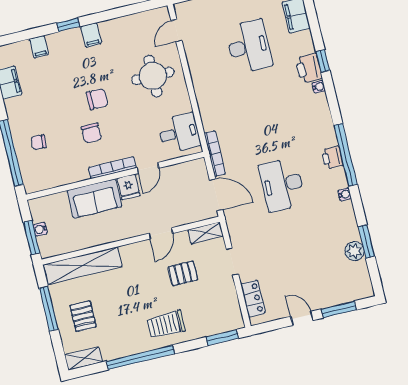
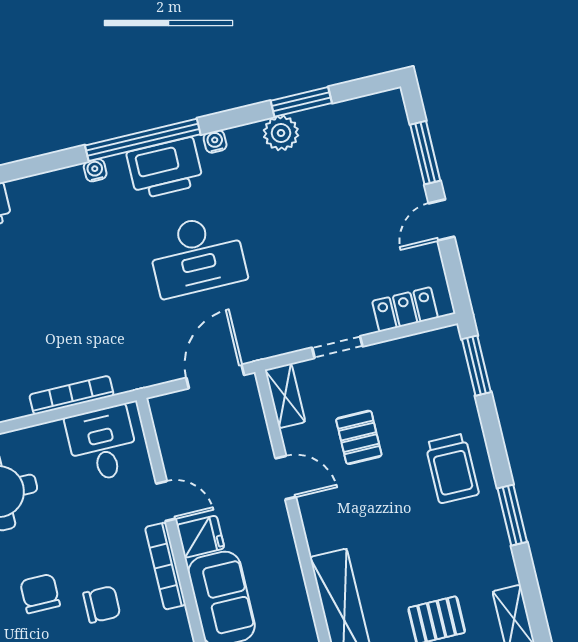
water cooler: (319, 87) -> (95, 170), moved
bookcase: (215, 154) -> (71, 395), moved
printer: (332, 157) -> (165, 168), width x1.87, depth x1.48
plant: (354, 251) -> (281, 133), moved
window: (141, 357) -> (512, 515), width x0.47

